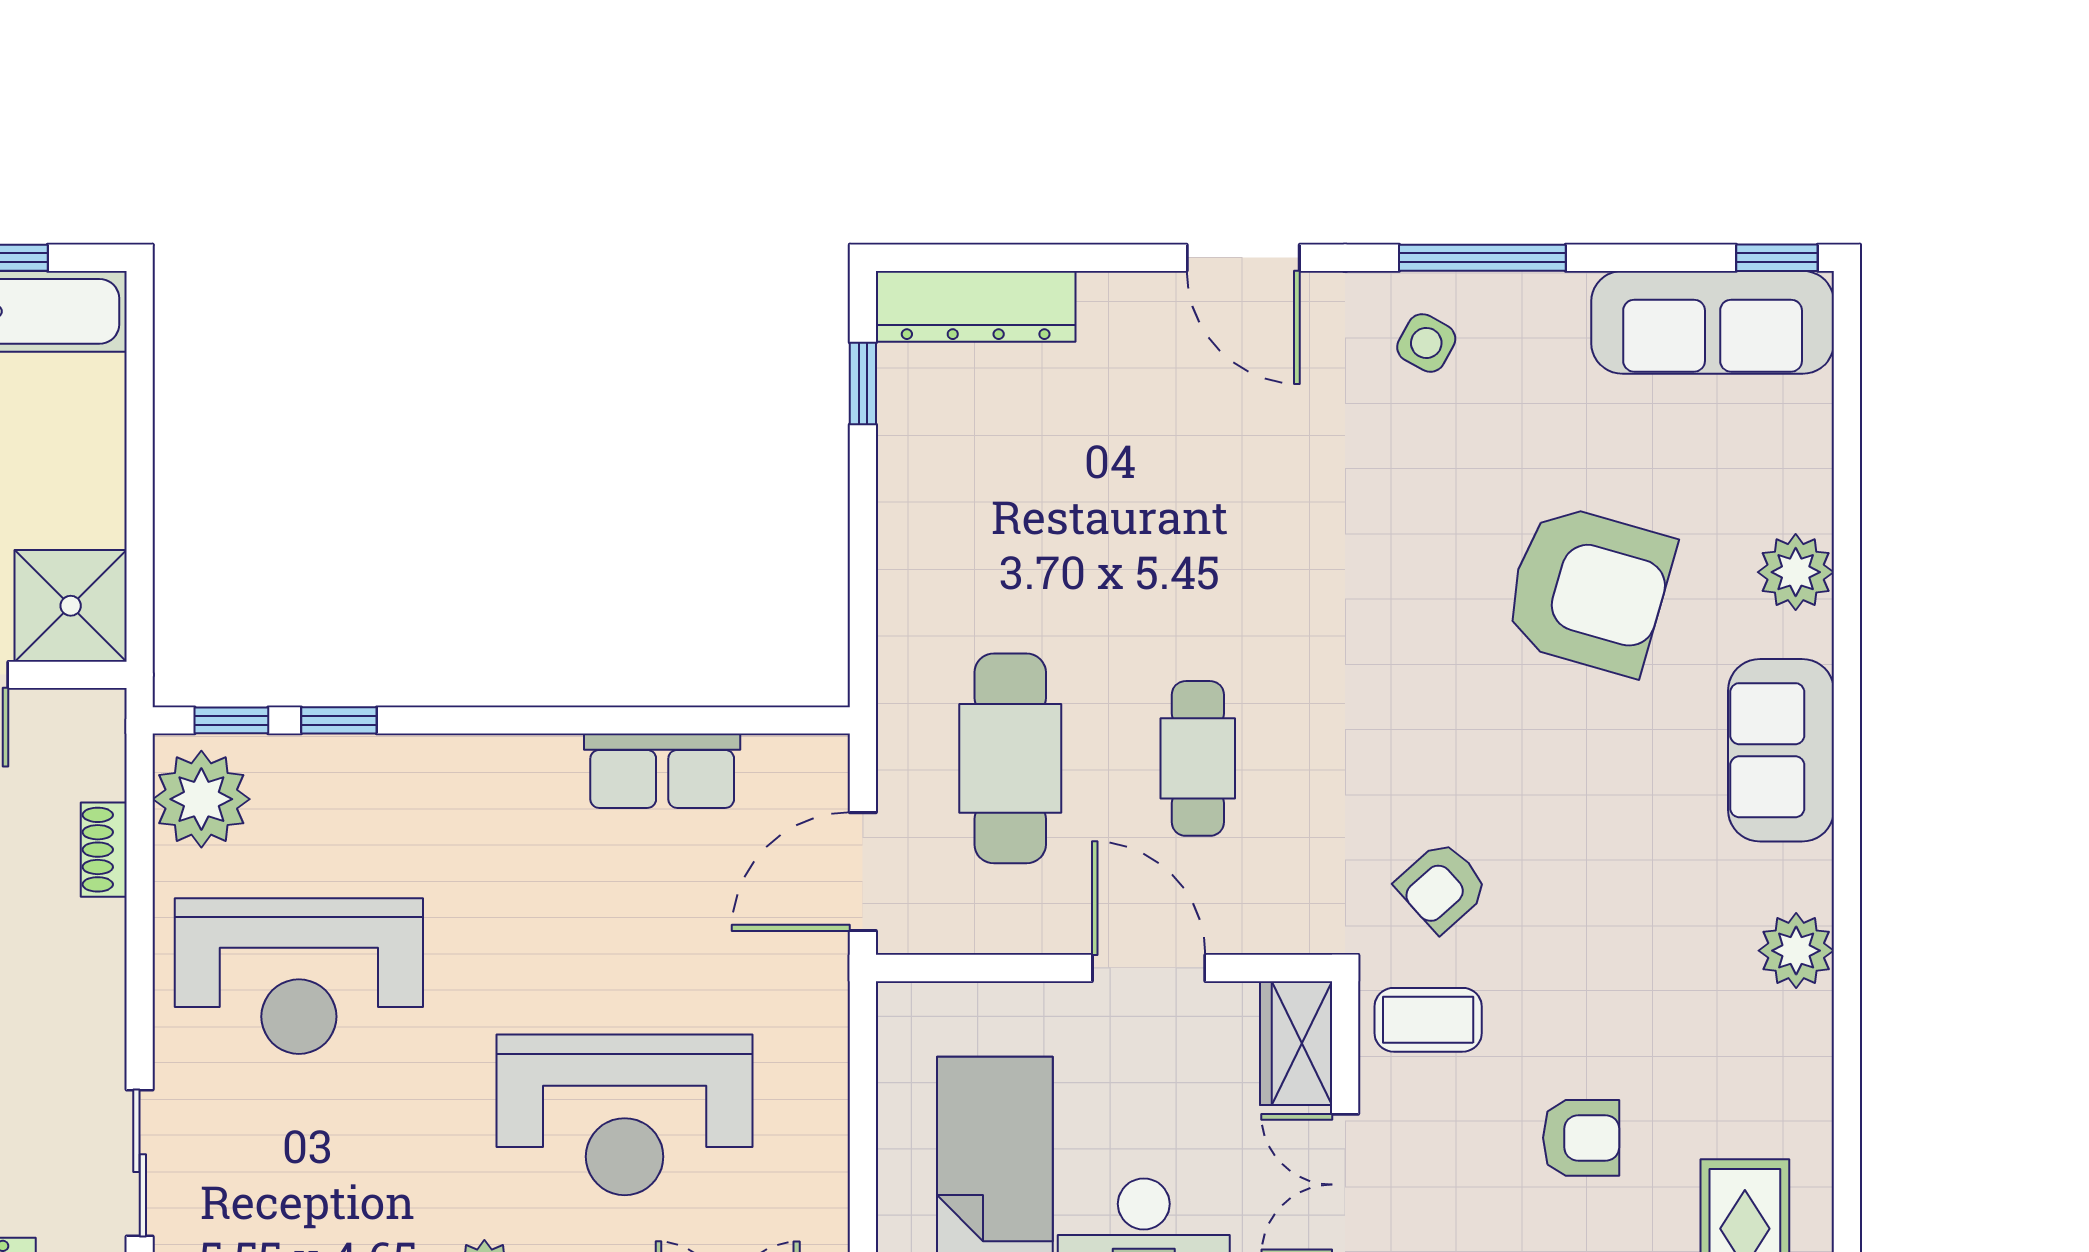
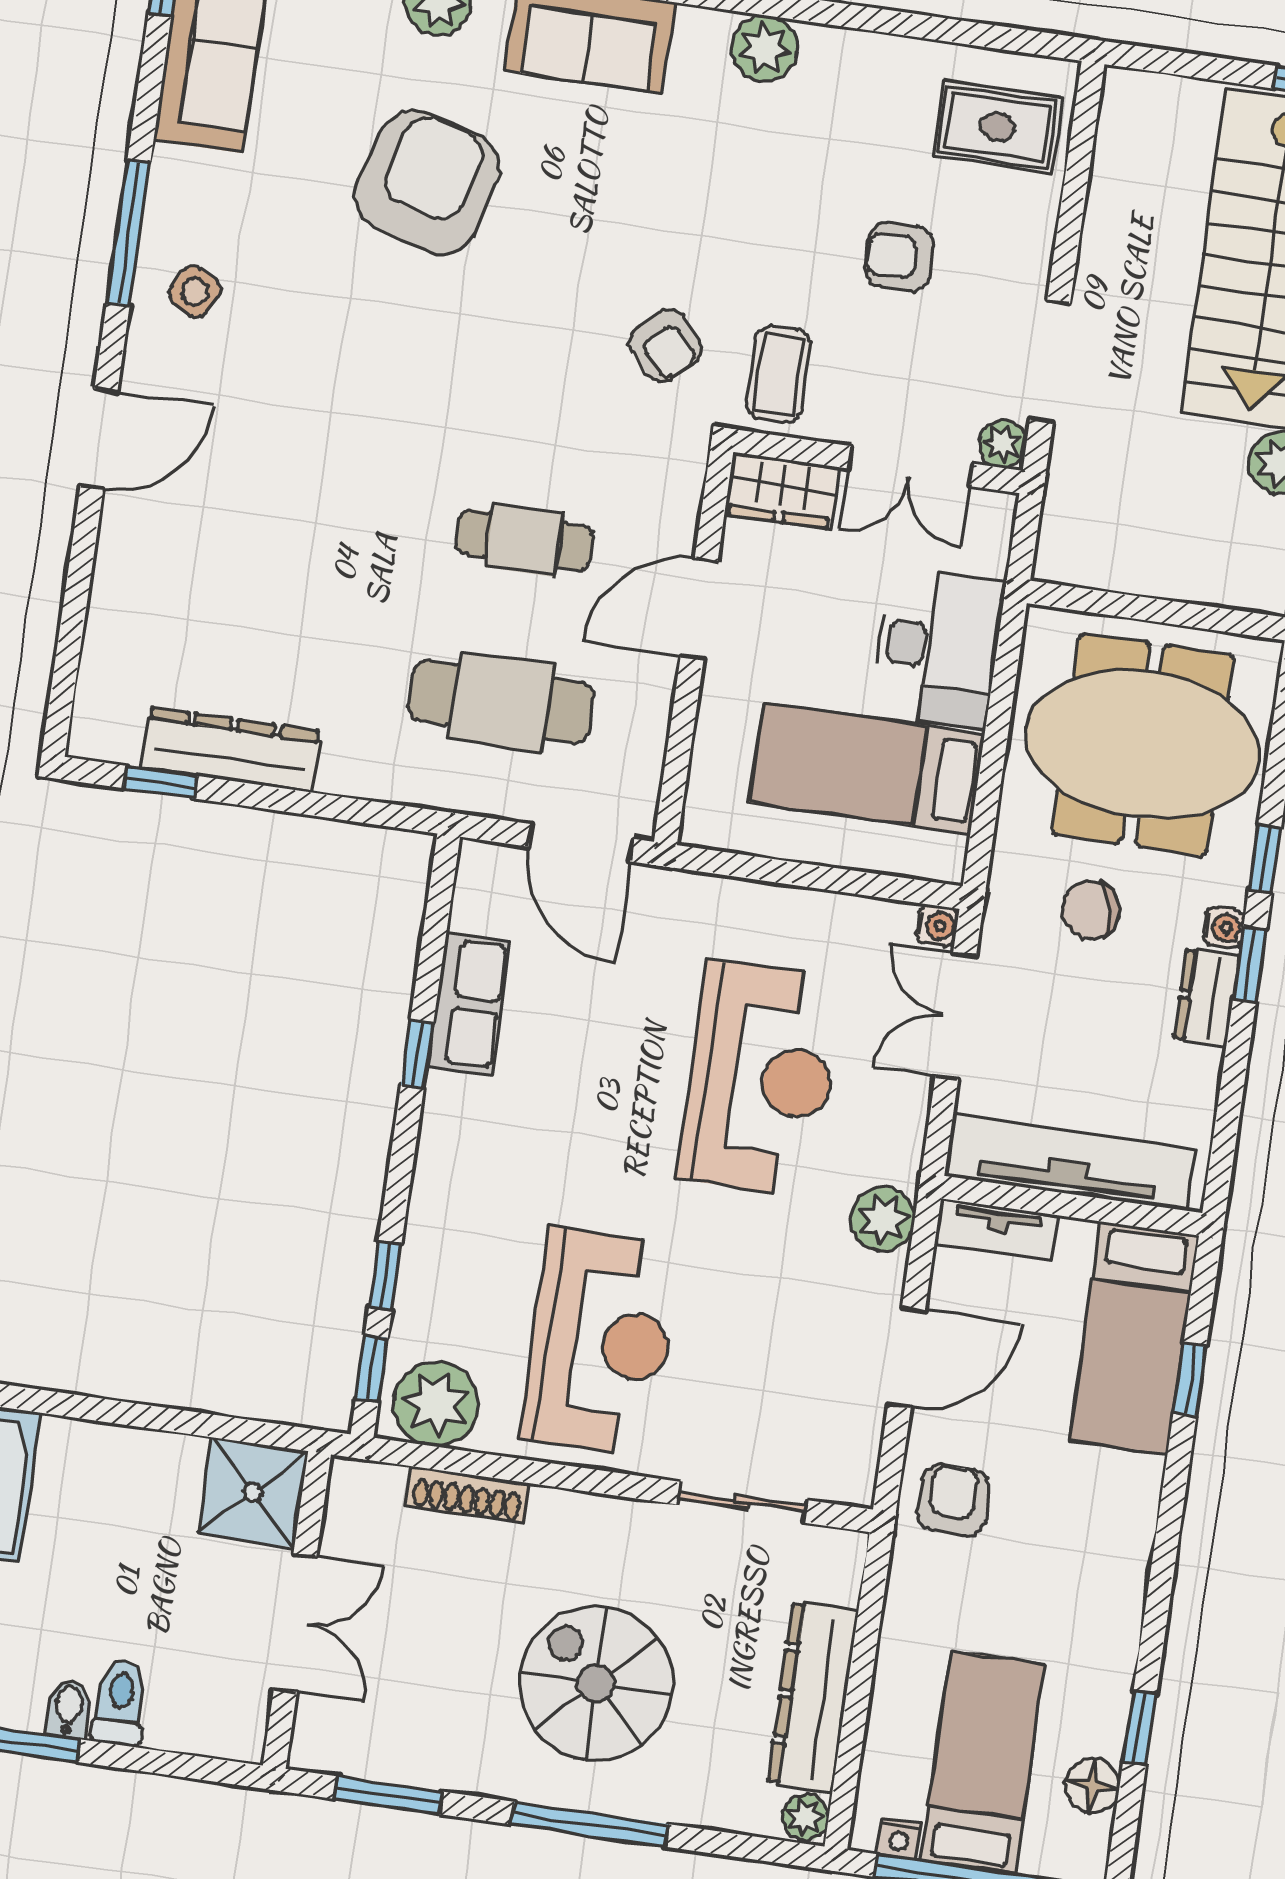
dresser: (976, 306) -> (231, 750), moved, turned -90
window: (596, 720) -> (417, 1054), added
shoe rack: (104, 850) -> (467, 1494), width x1.43
armchair: (1581, 1138) -> (899, 257), turned -90

